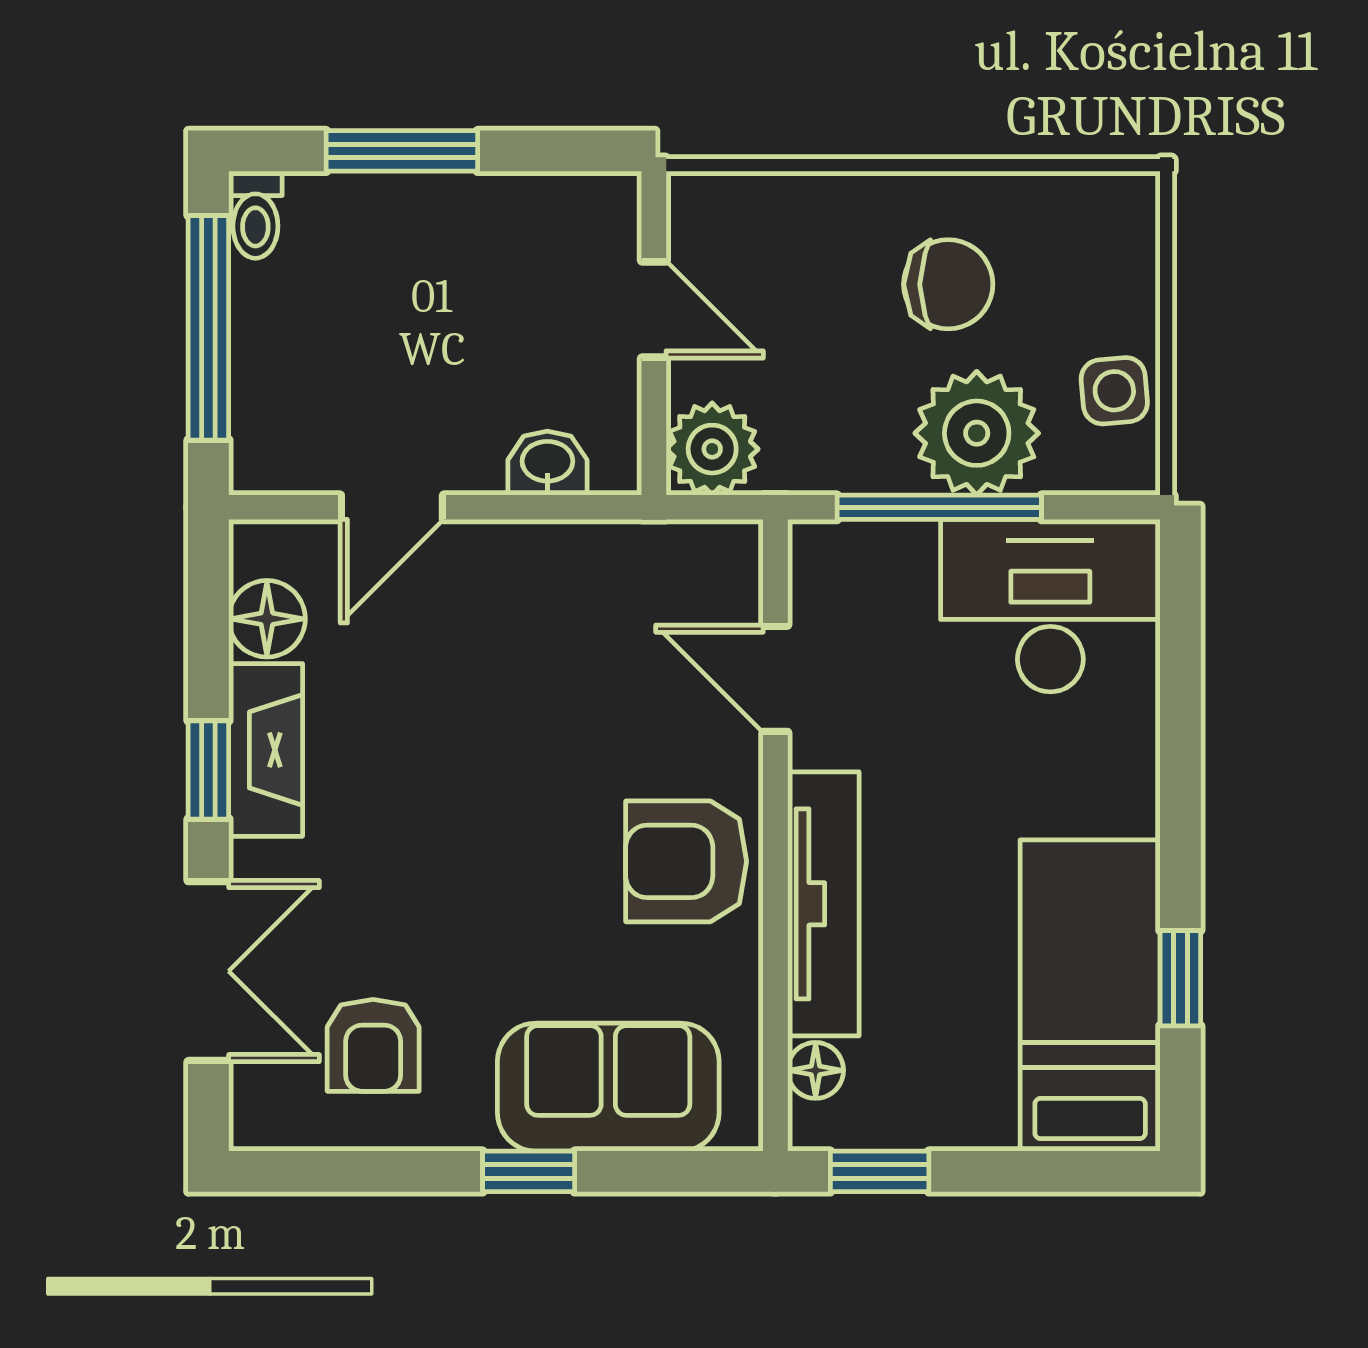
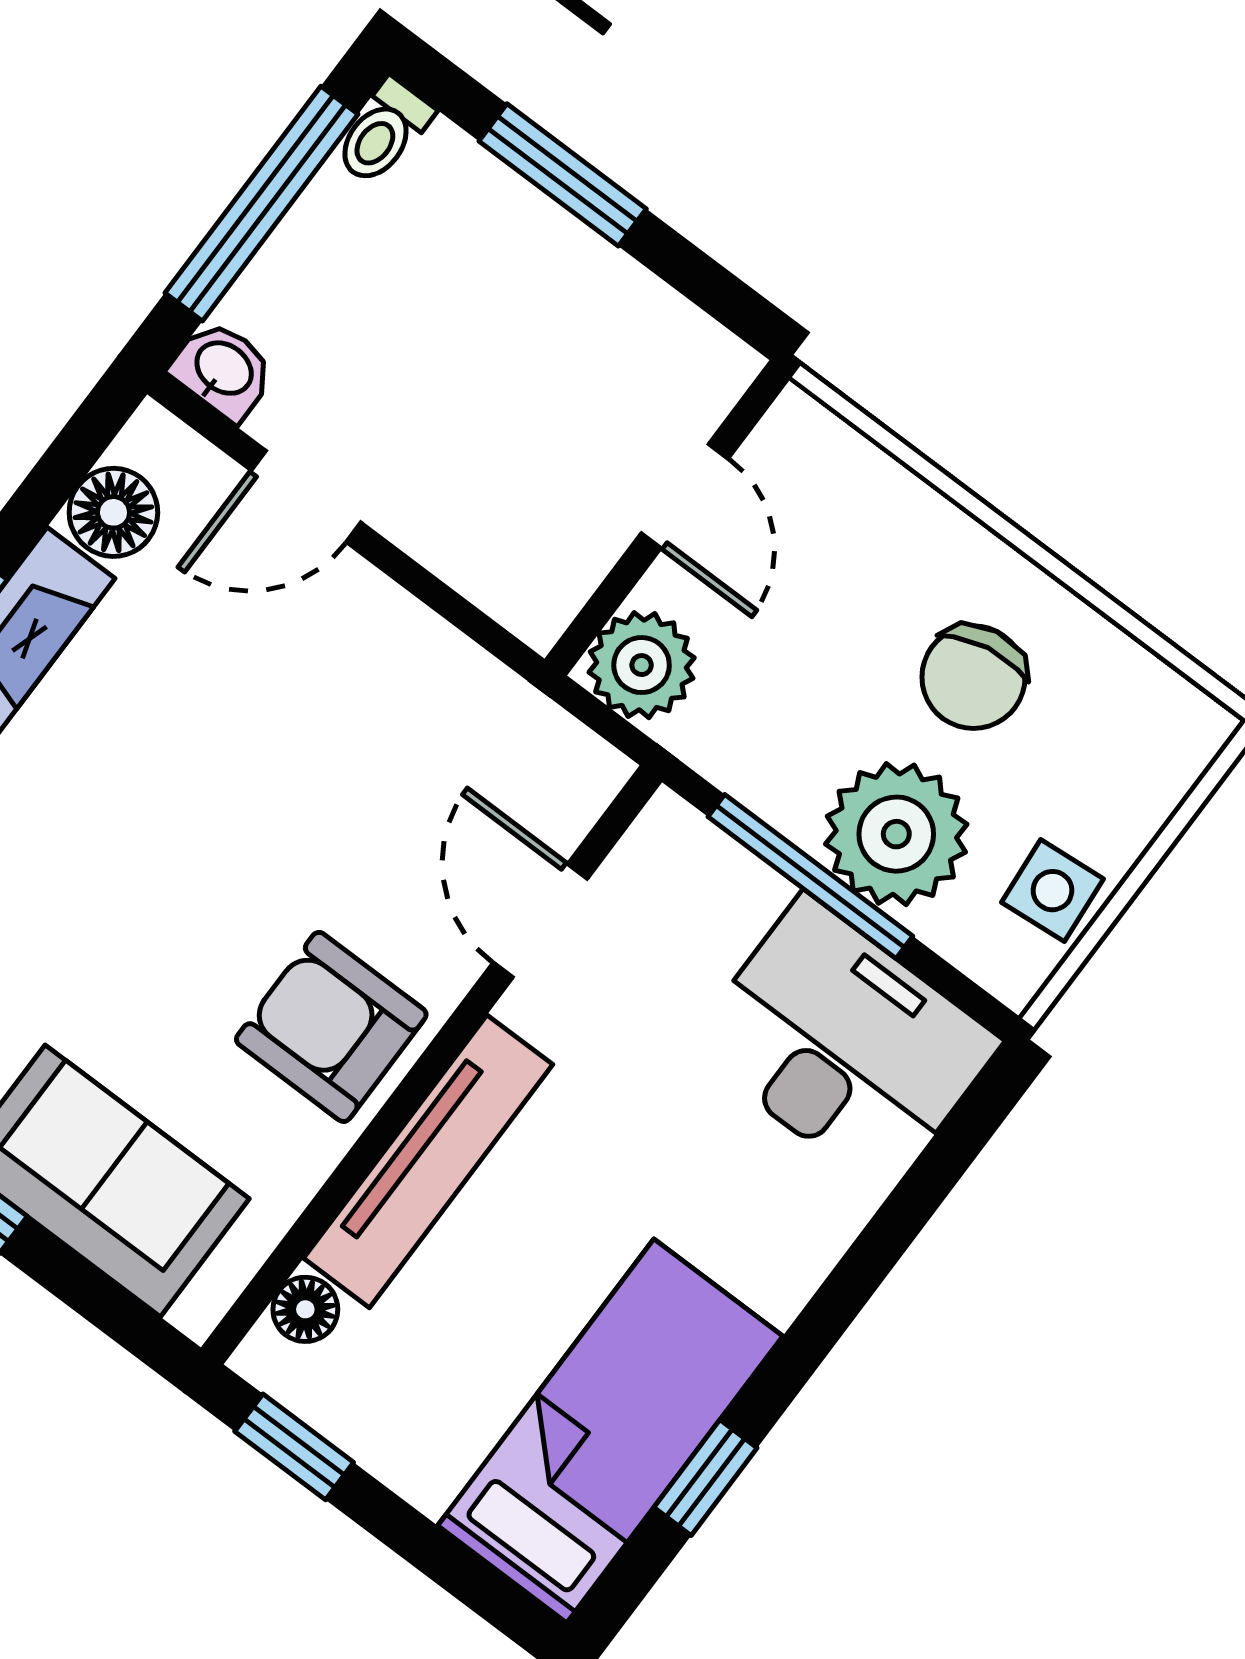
chair: (948, 284) -> (973, 677), turned 80
washbasin: (547, 463) -> (223, 370), moved

